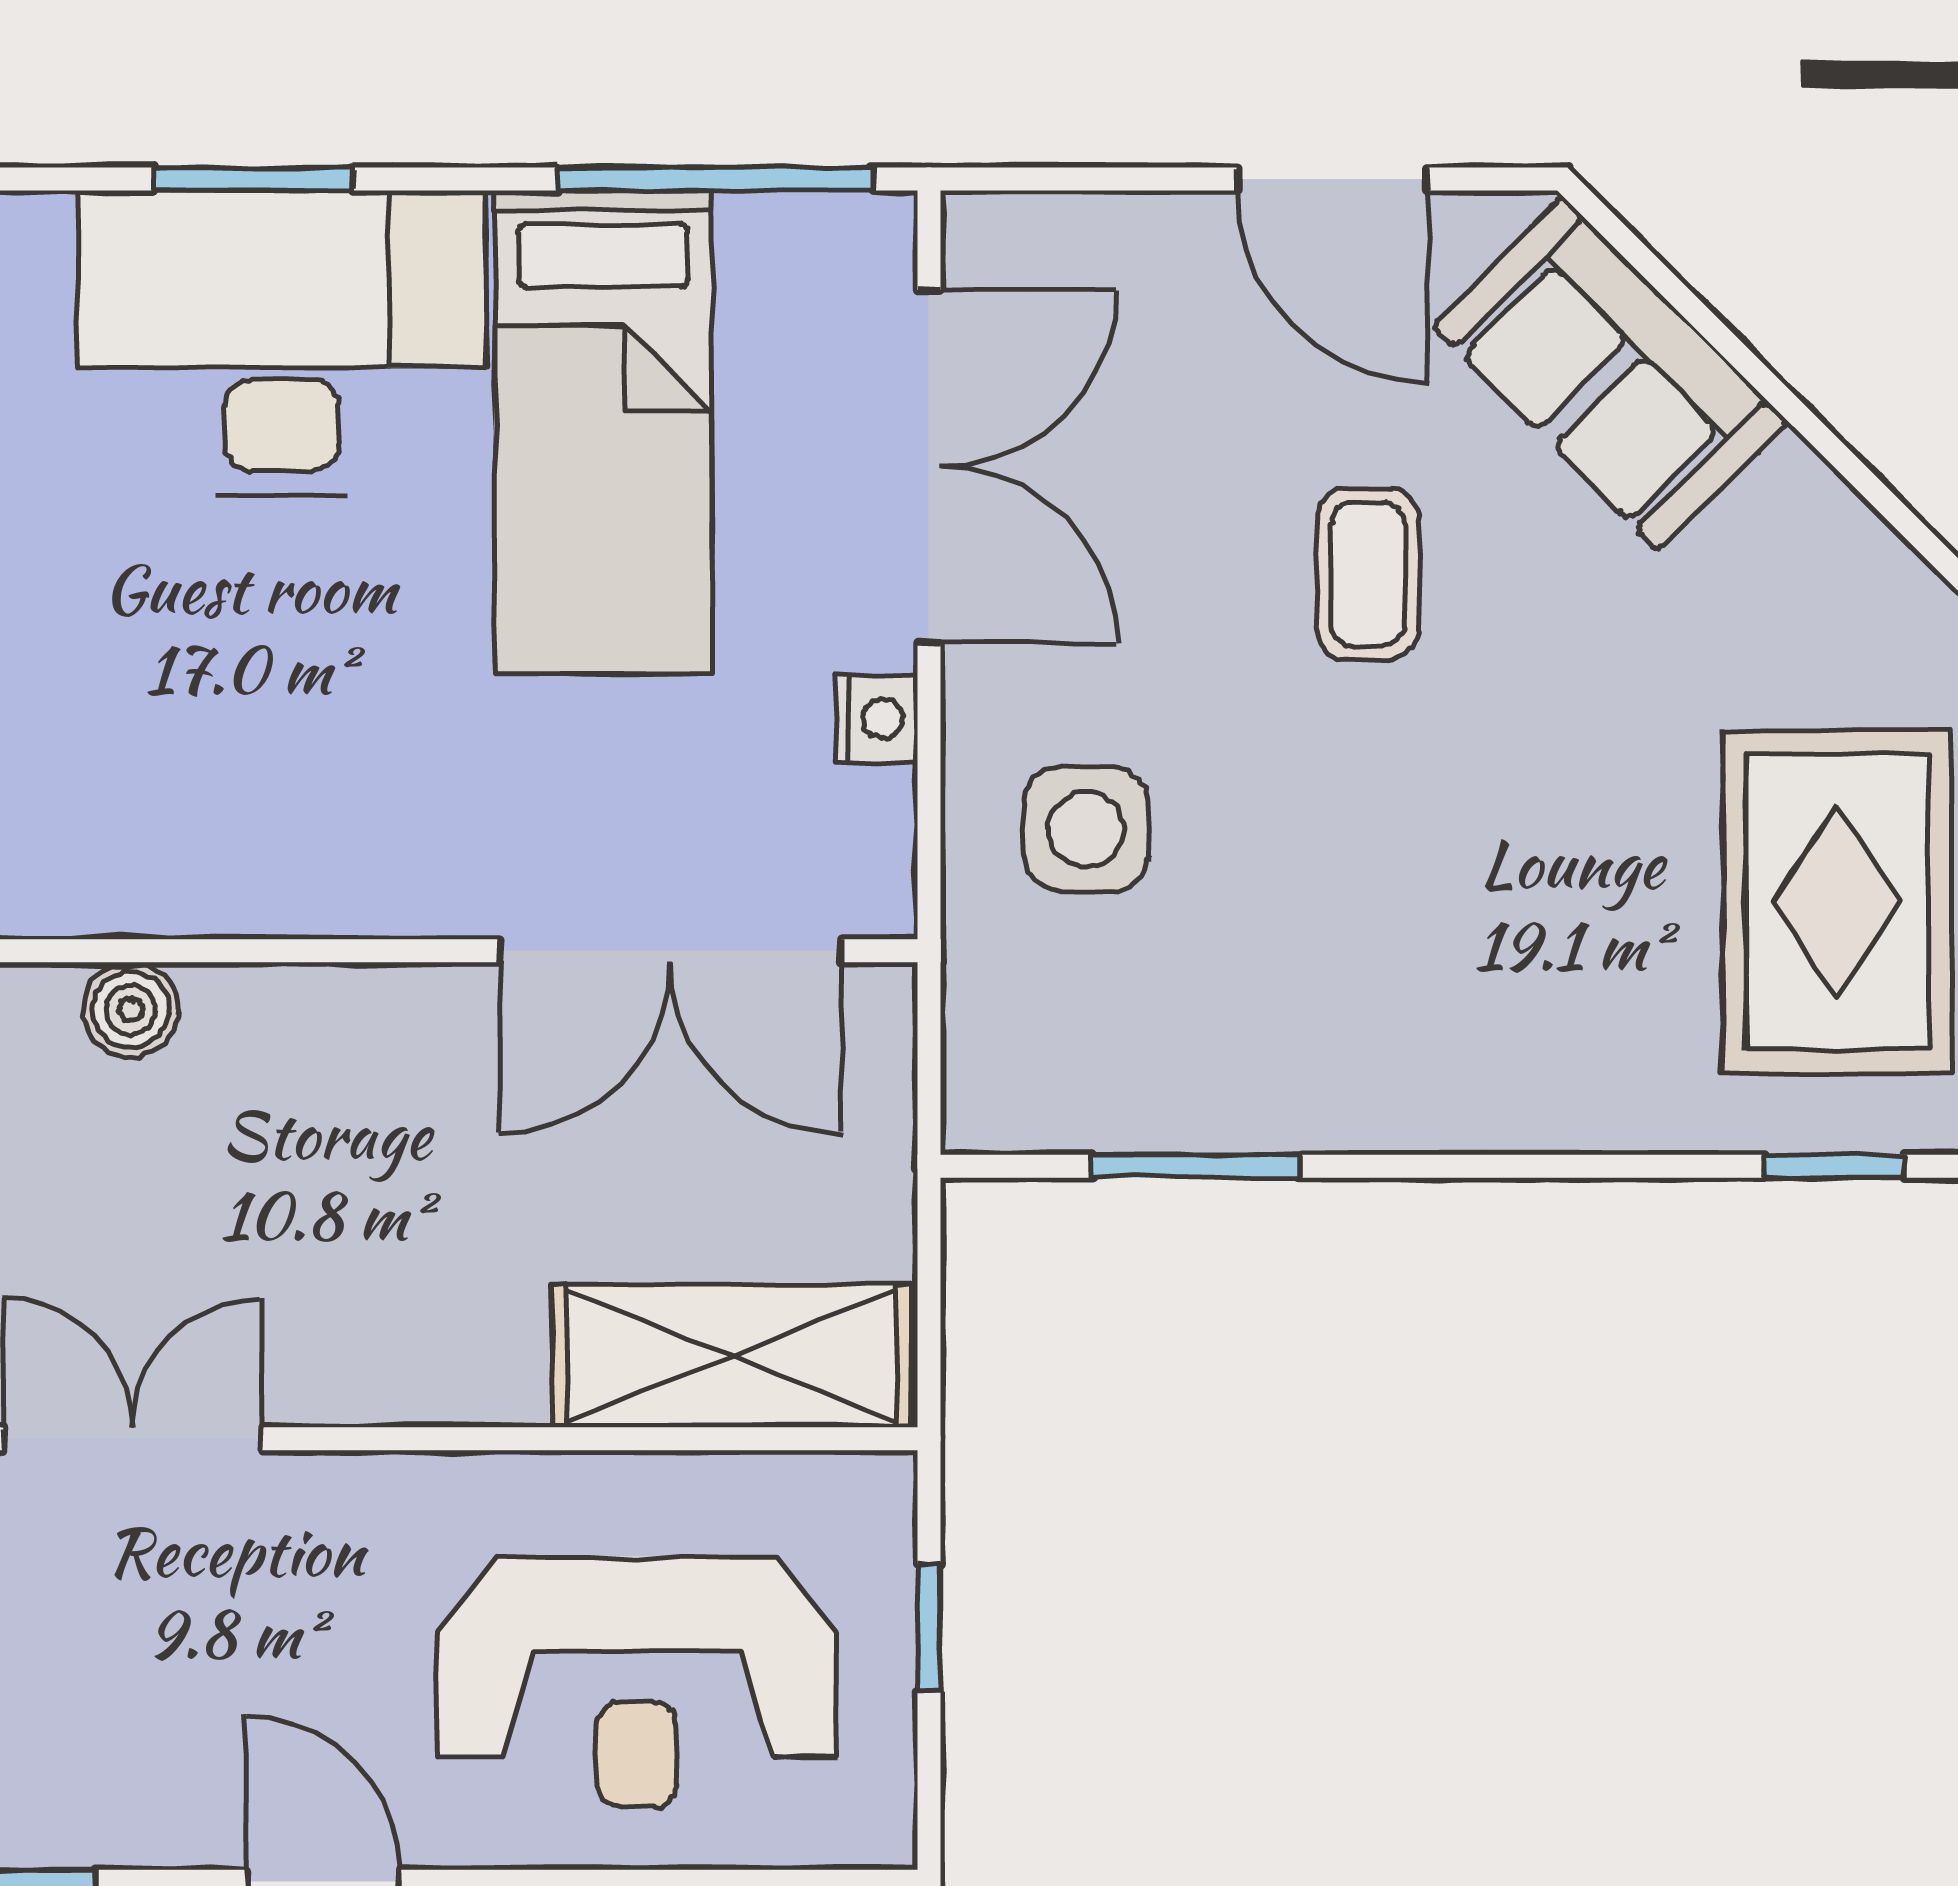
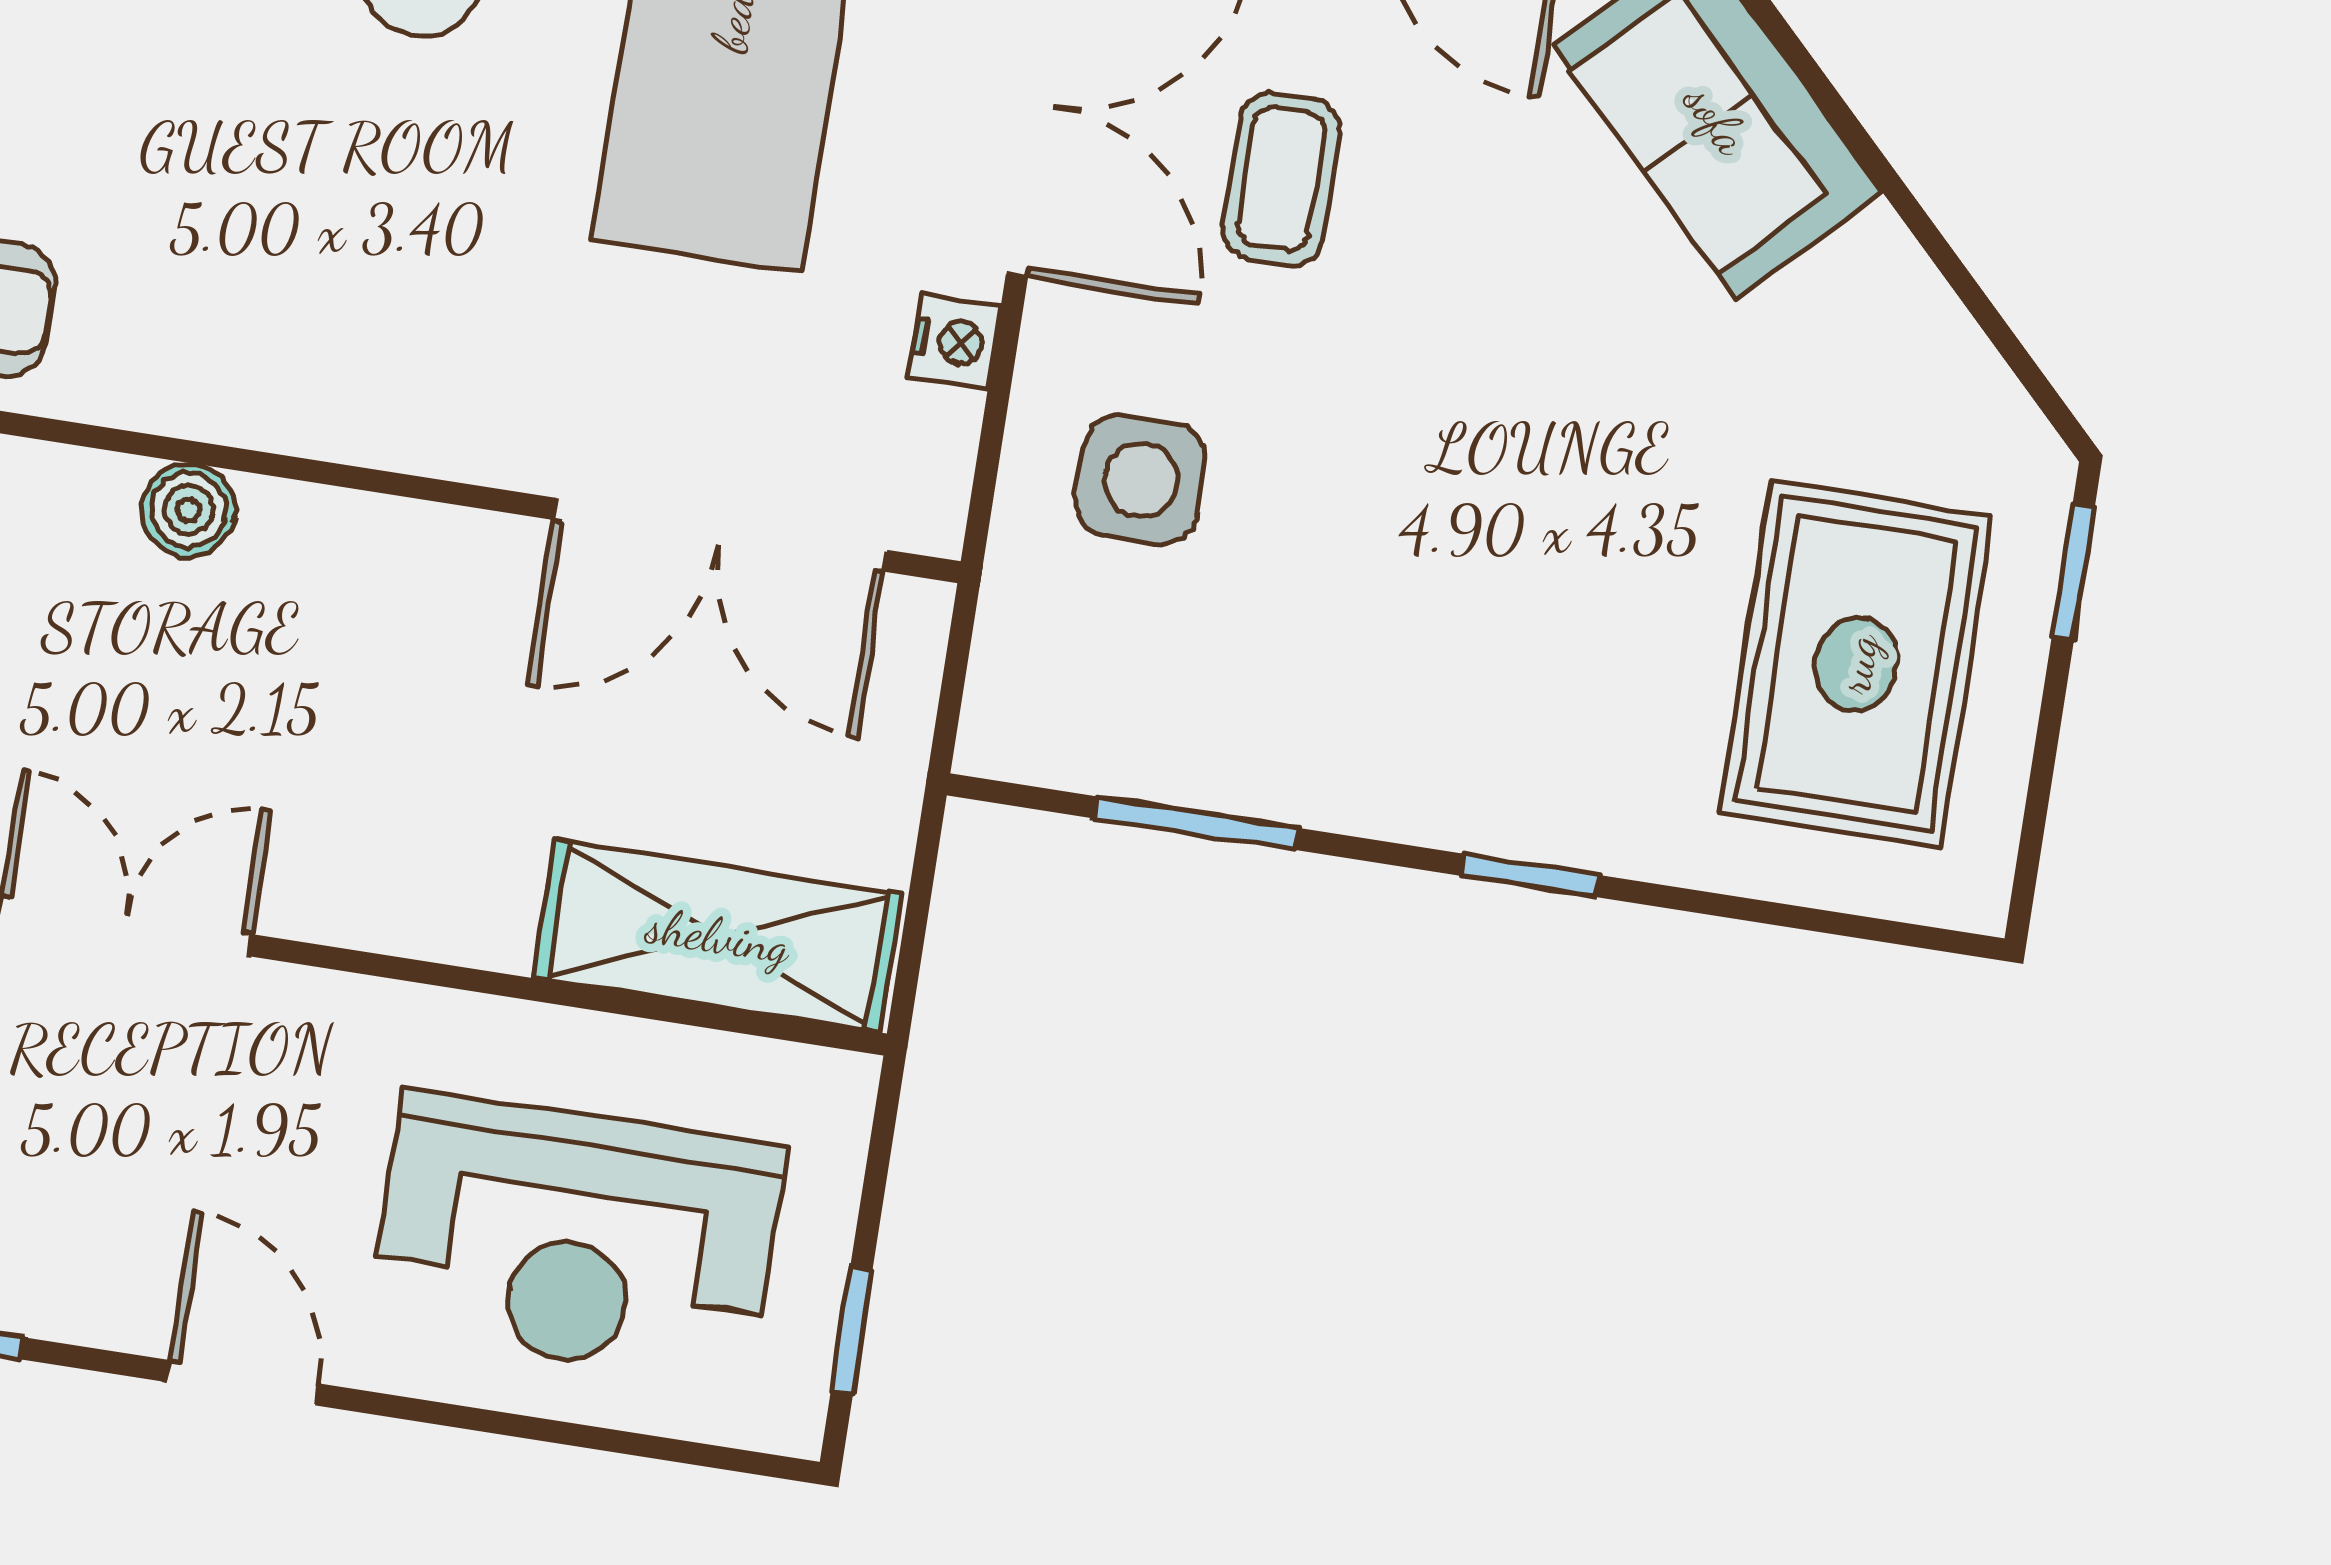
coffee table: (1368, 574) -> (1281, 179), moved
window: (1834, 1166) -> (1530, 876), moved
window: (929, 1627) -> (852, 1330), moved

